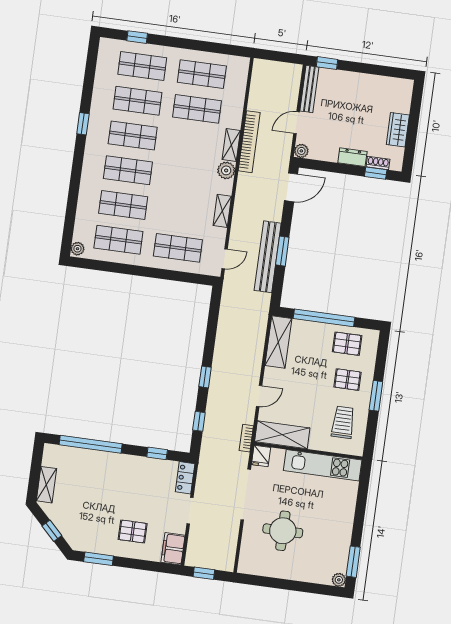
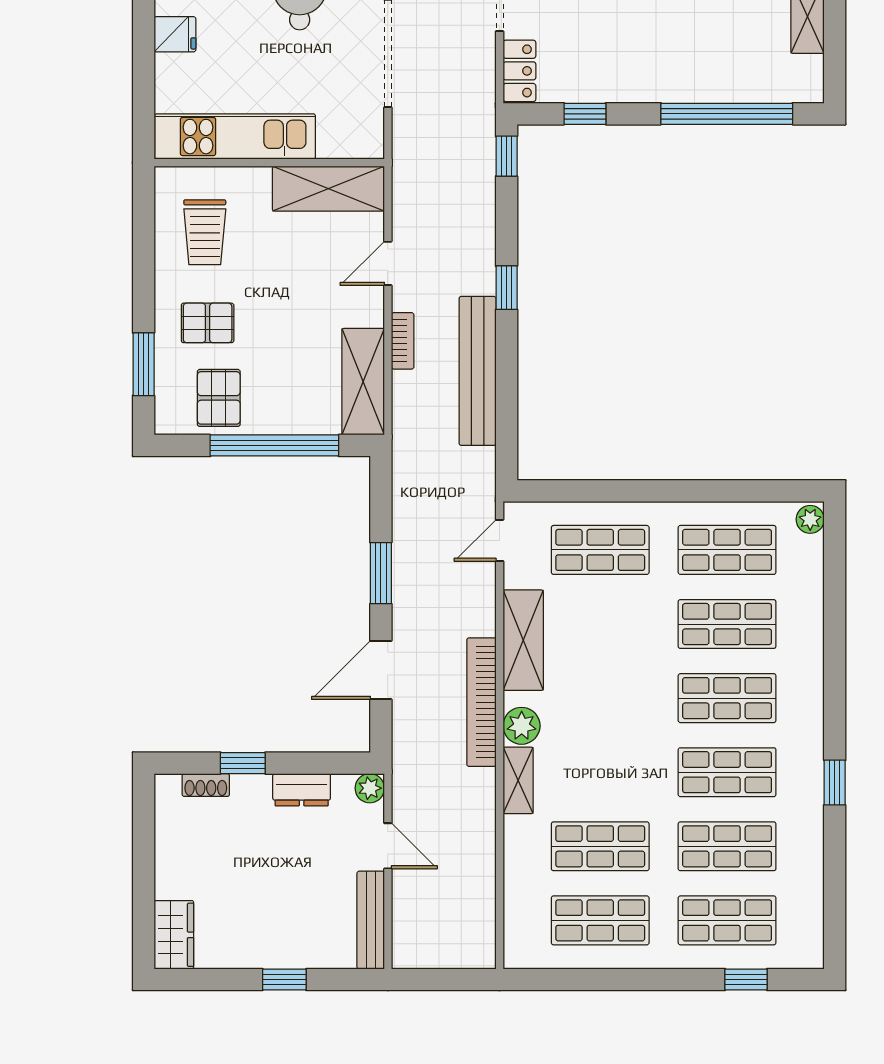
window: (327, 63) -> (284, 979), moved
door: (297, 123) -> (388, 846), hinge flipped
wardrobe: (398, 130) -> (174, 935), moved
bookcase: (249, 142) -> (481, 702), moved
dresser: (352, 157) -> (302, 790), moved
window: (376, 173) -> (243, 763), moved
door: (291, 187) -> (381, 670), moved
shelving: (222, 211) -> (523, 640), width x1.50, depth x1.33
bench: (268, 257) -> (478, 371), moved
pallet: (347, 344) -> (219, 398), turned 90
window: (376, 396) -> (144, 364), moved
window: (199, 421) -> (507, 156), moved
bookcase: (246, 438) -> (403, 341), moved
fridge: (261, 456) -> (175, 34), moved, turned 90

